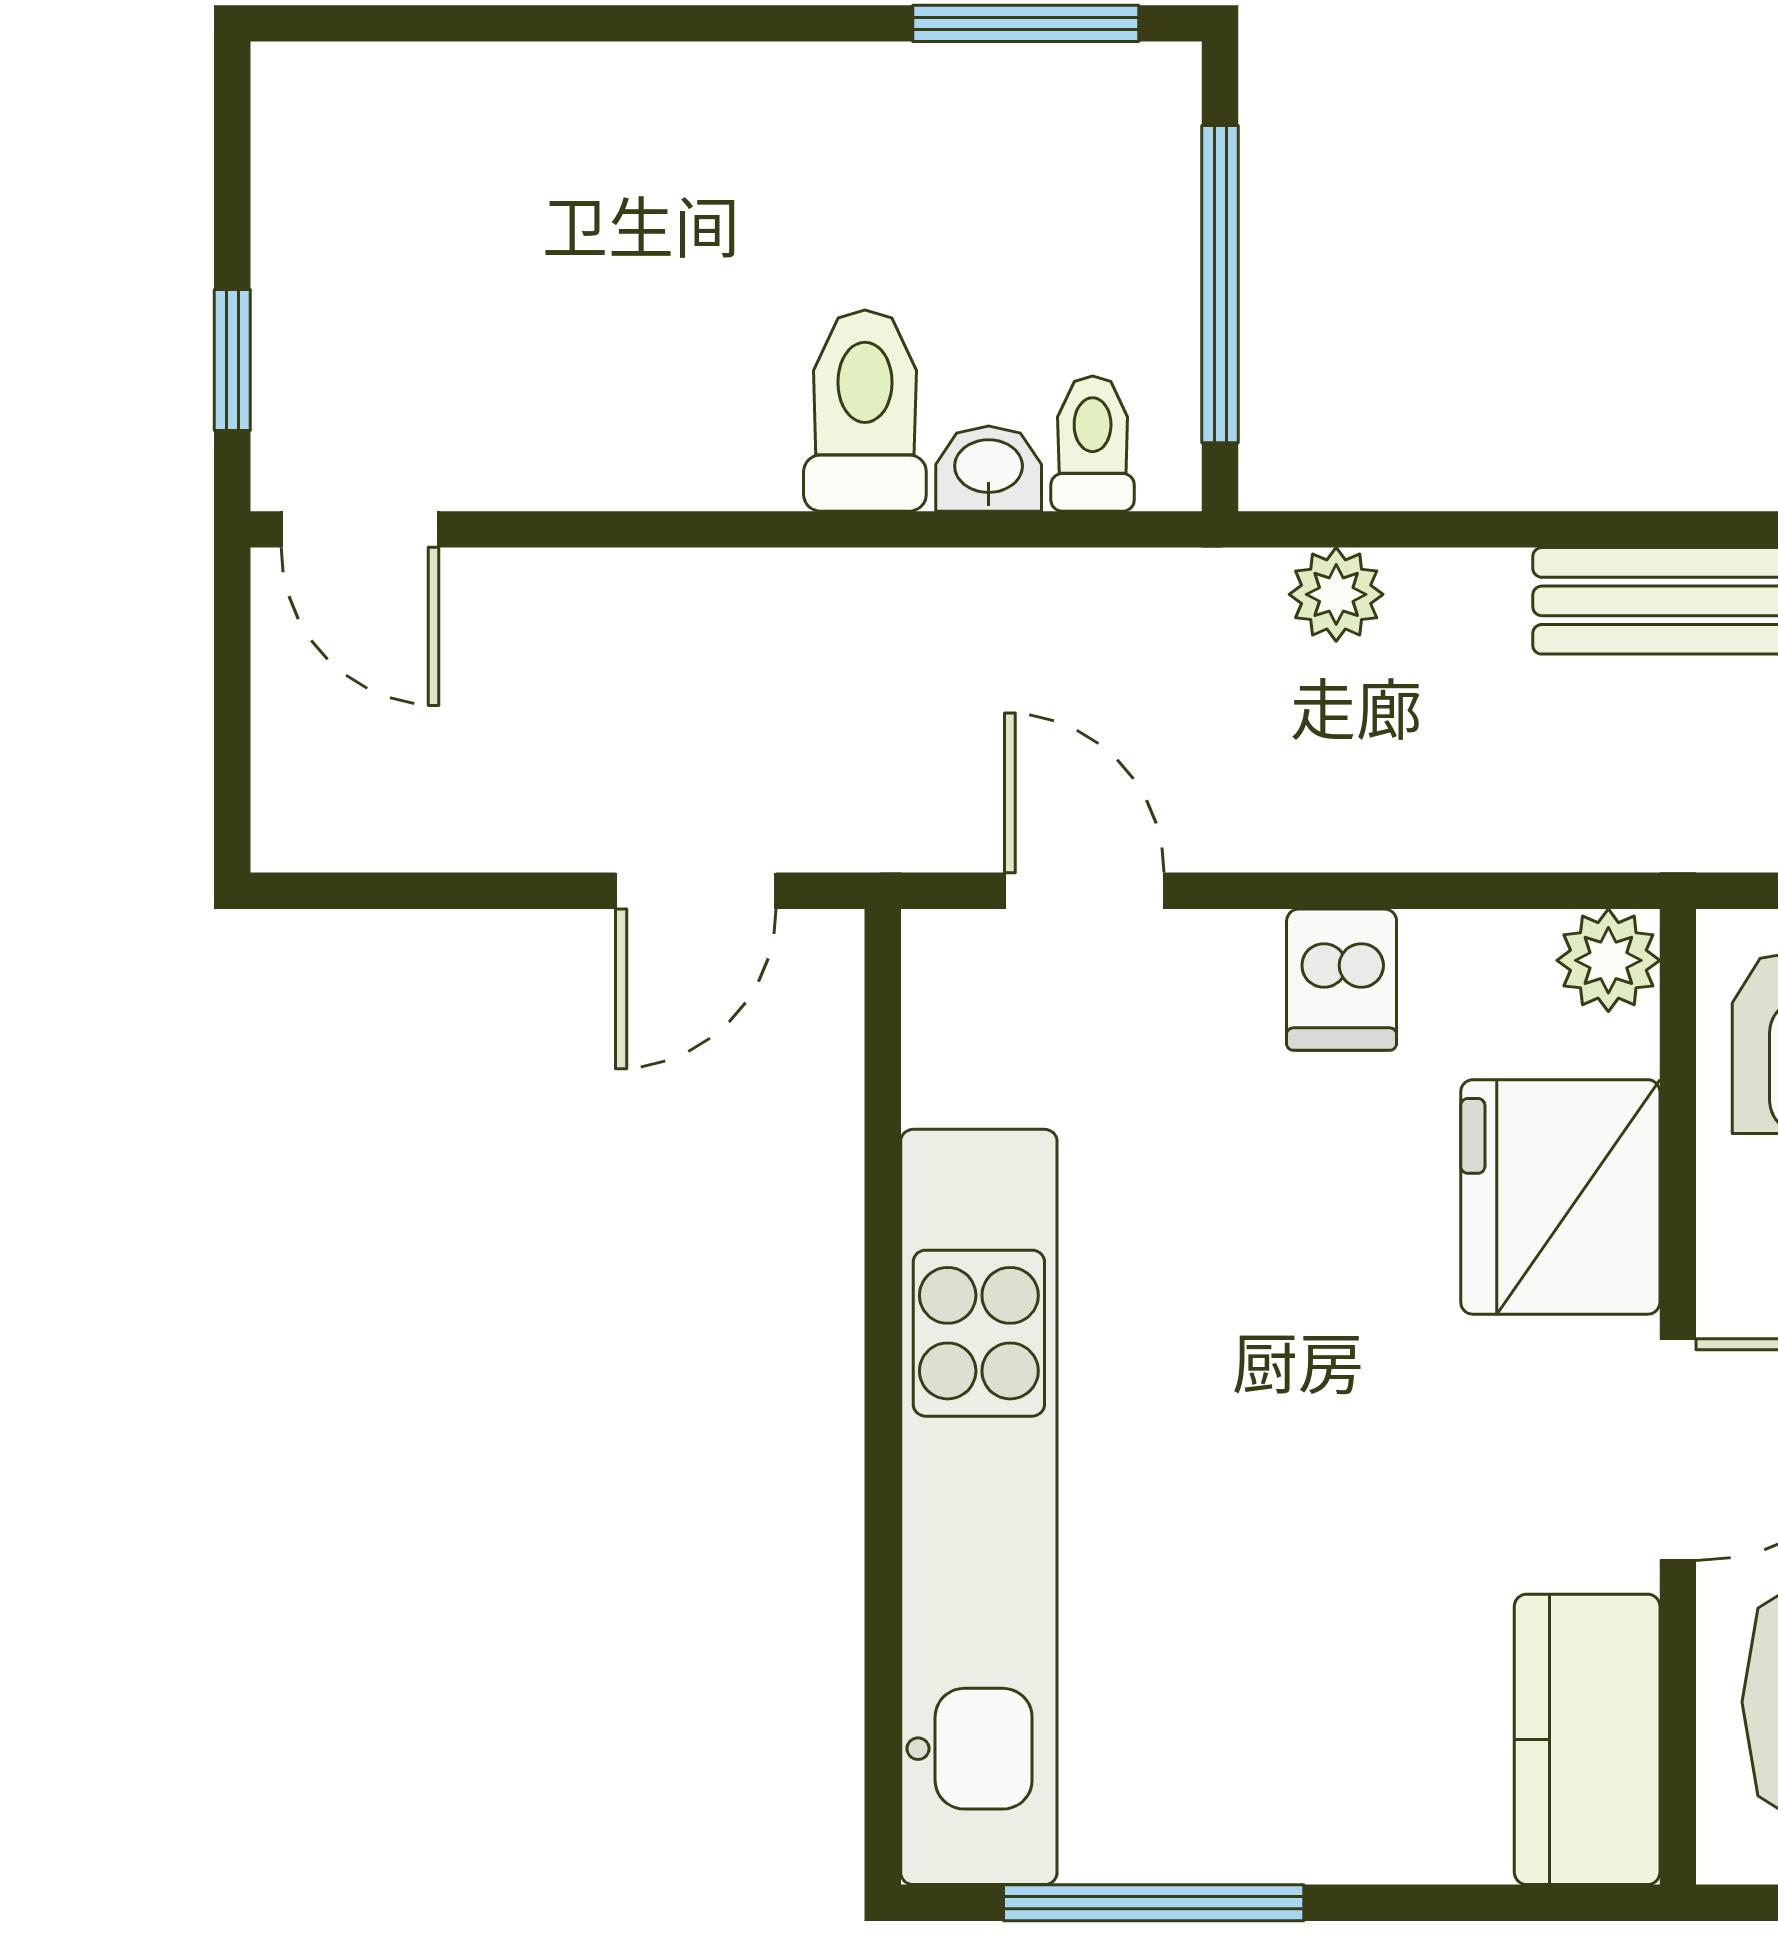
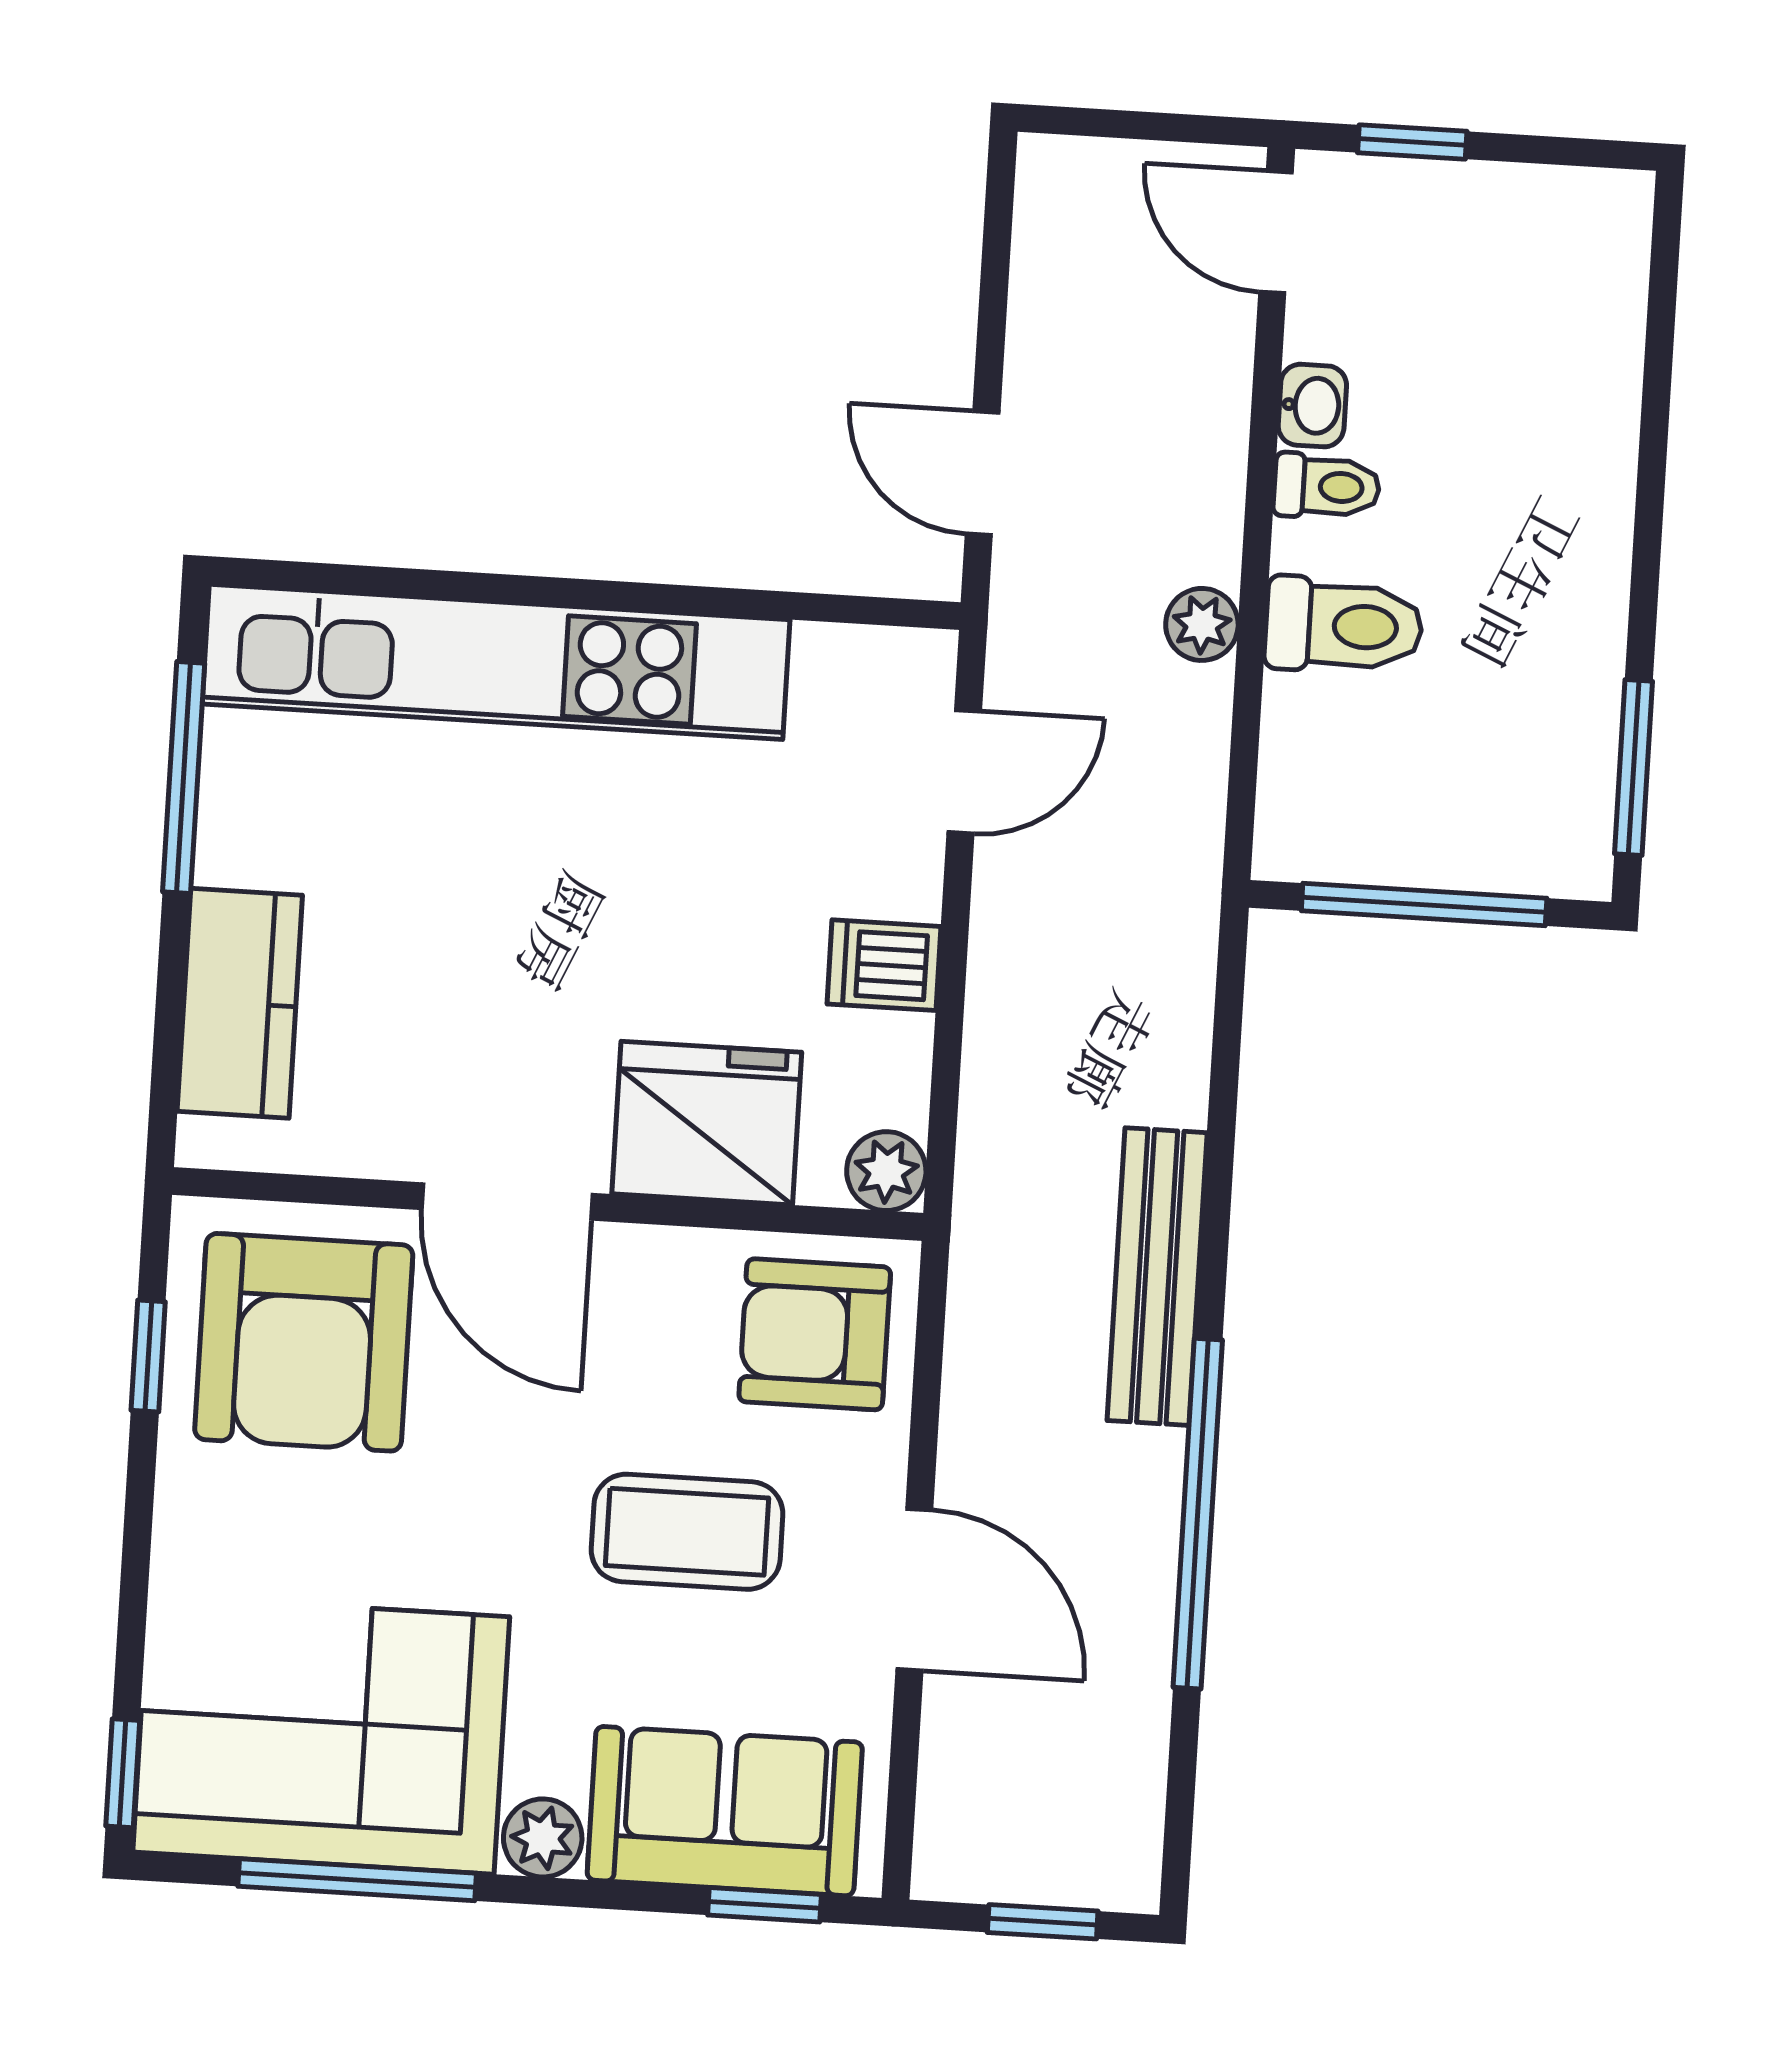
toilet: (1093, 444) -> (1327, 487), moved
washbasin: (989, 469) -> (1312, 406), moved
door: (360, 529) -> (1276, 232), hinge flipped
plant: (1336, 594) -> (1202, 624), moved
kitchen counter: (1587, 1739) -> (240, 1003), moved, turned 90

